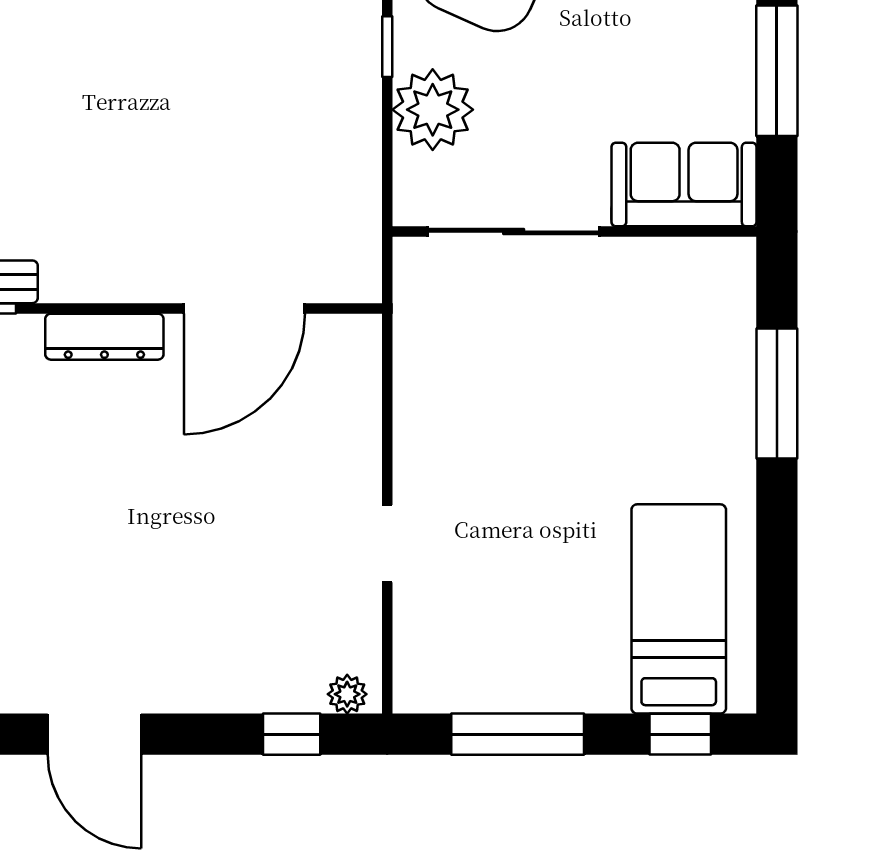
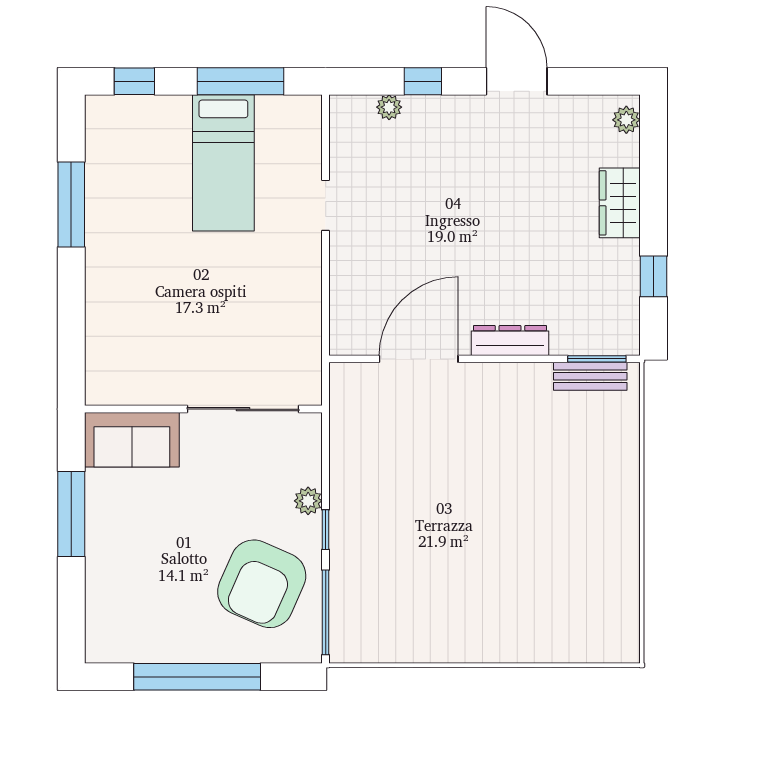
plant: (433, 110) -> (308, 501), width x0.53, depth x0.53
window: (777, 393) -> (71, 204), moved
bed: (679, 609) -> (223, 163), moved
plant: (347, 694) -> (389, 107), moved
window: (292, 734) -> (423, 81), moved

